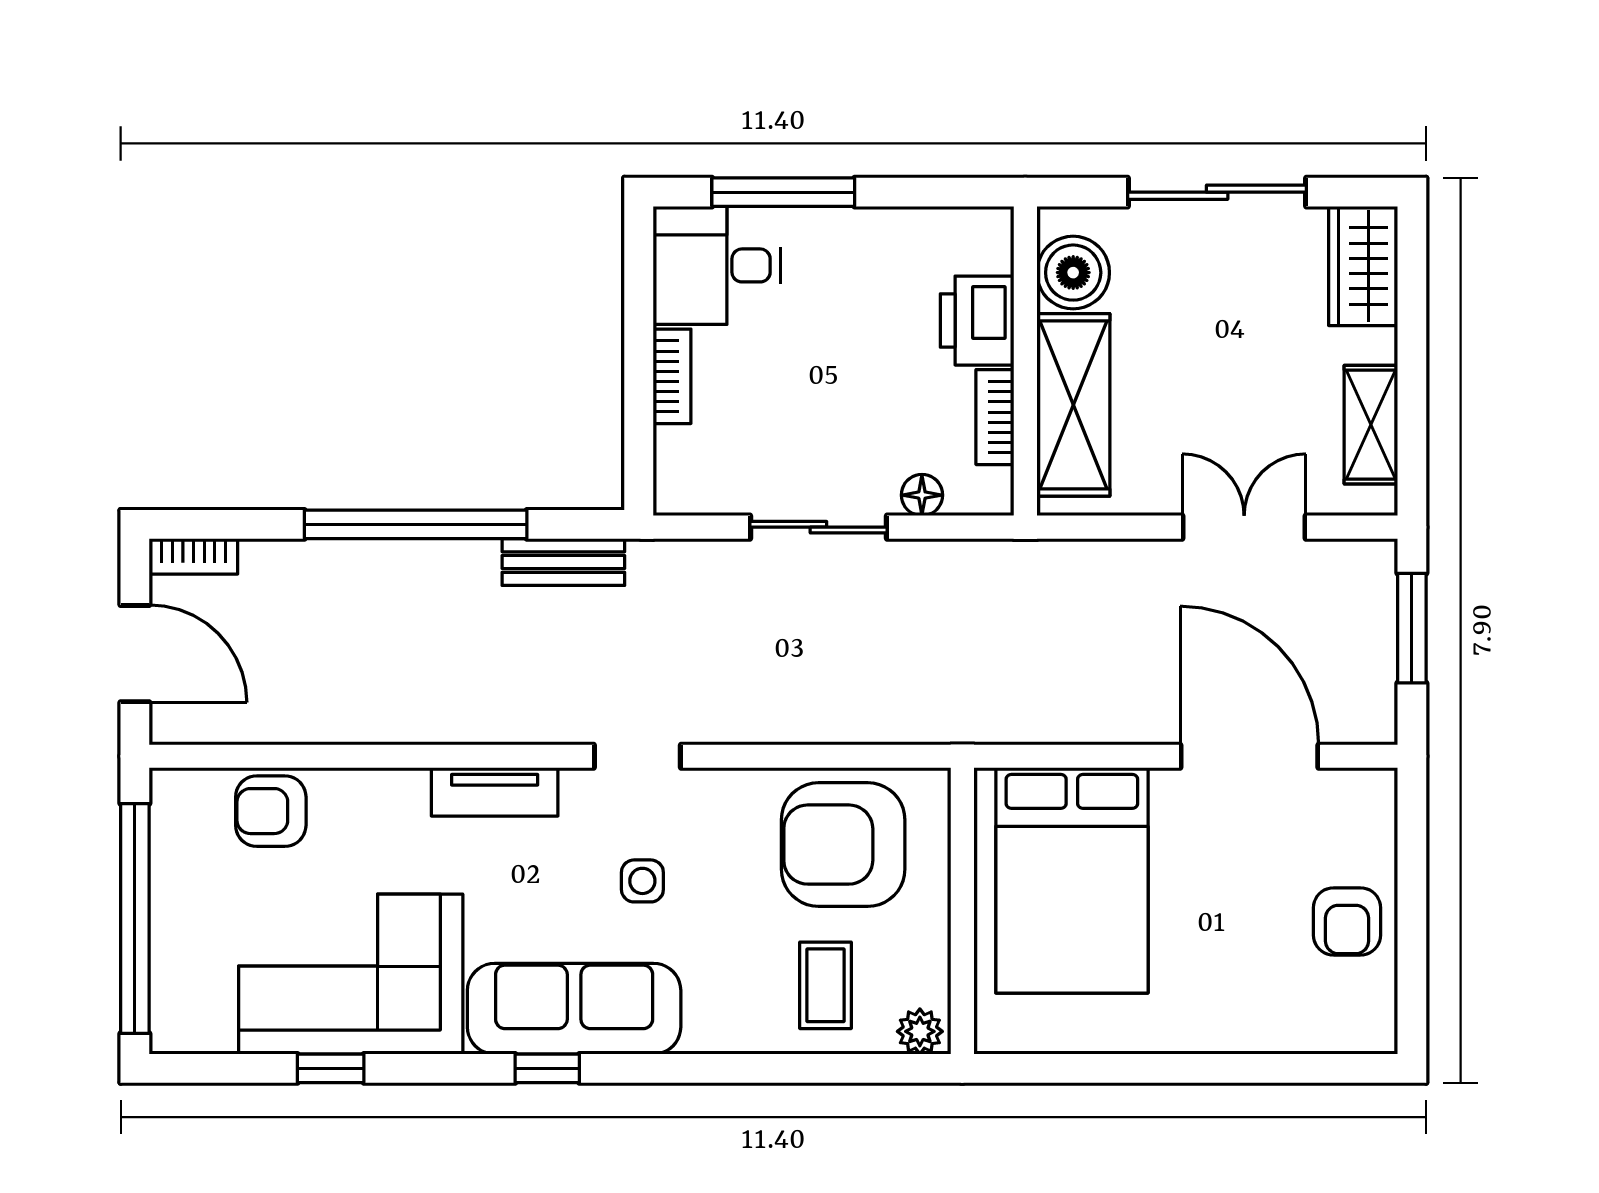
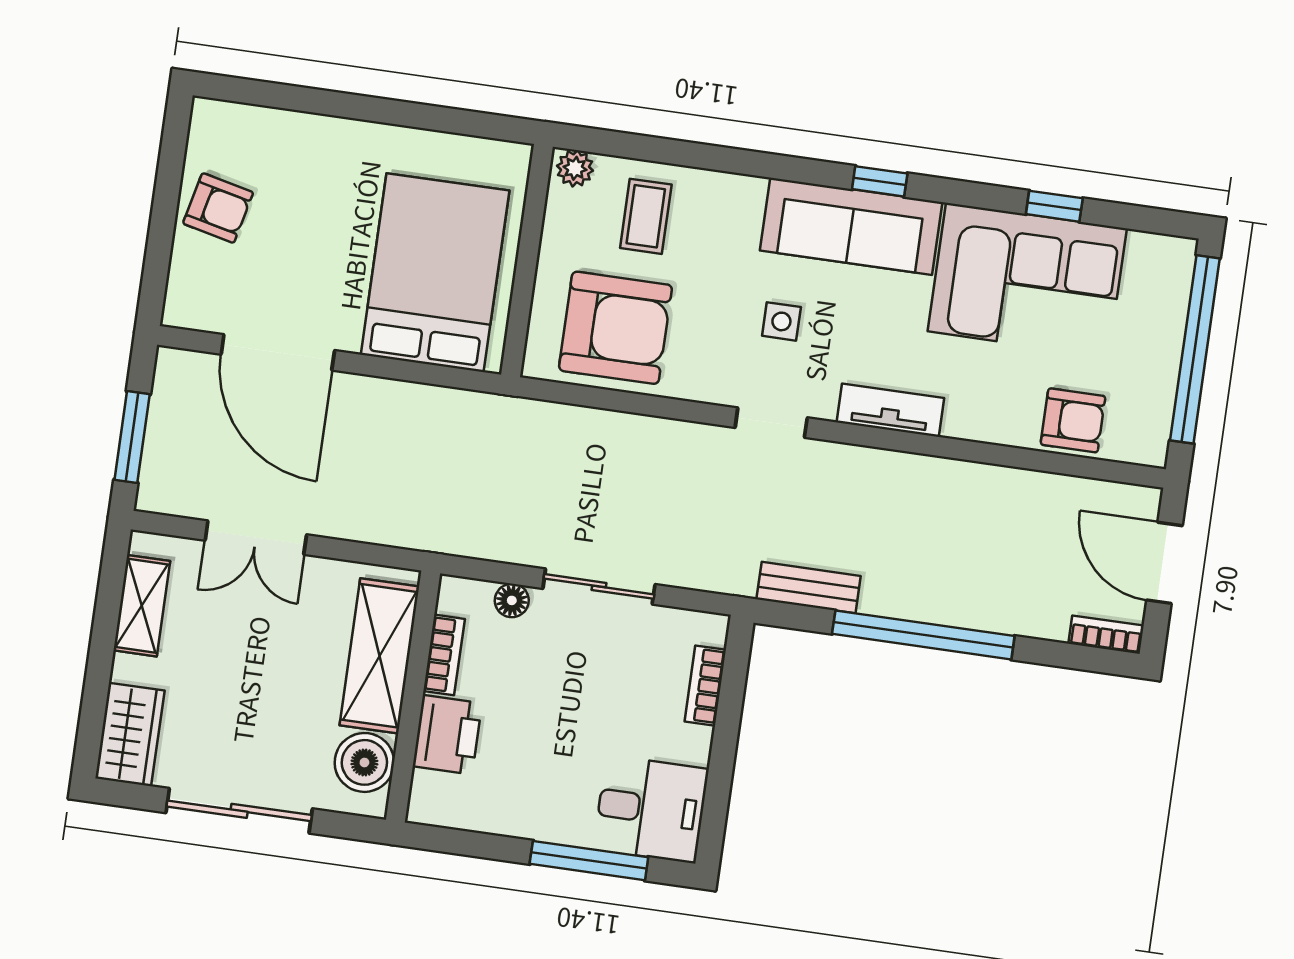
bookcase: (672, 376) -> (705, 686), moved
armchair: (1347, 921) -> (218, 208), turned 103

